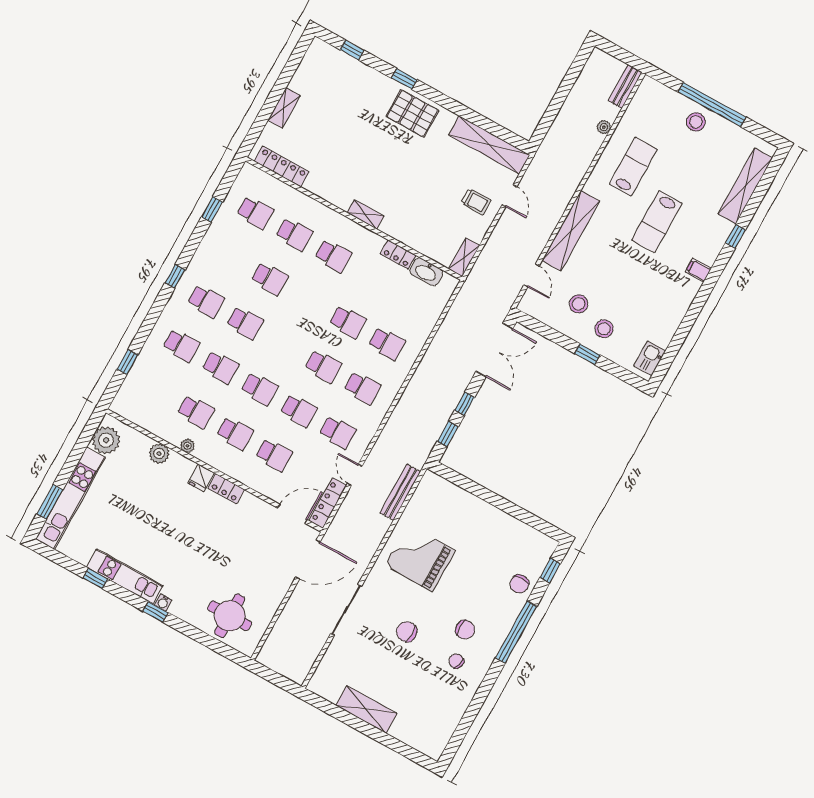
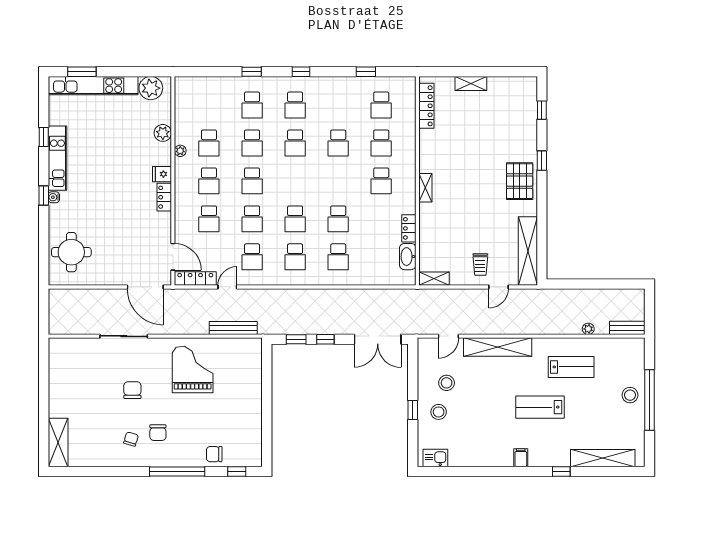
window: (127, 362) -> (252, 72), moved
shelving: (366, 709) -> (58, 443), moved

